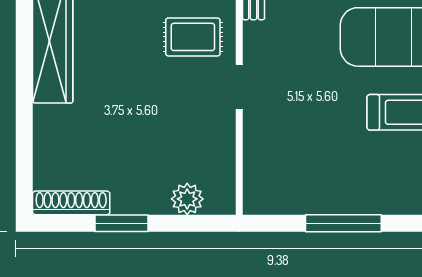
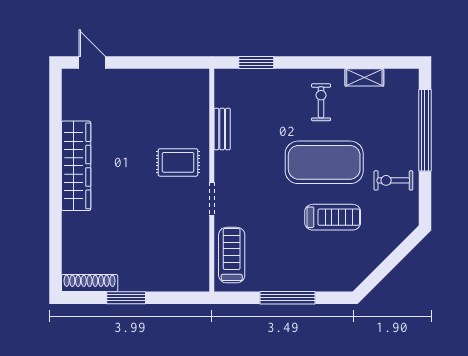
treadmill: (267, 164) -> (232, 255), added
plant: (187, 199) -> (174, 280), removed

